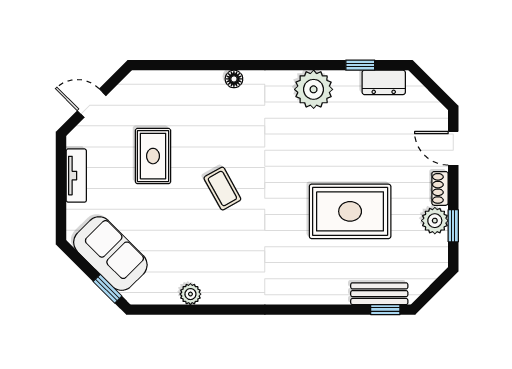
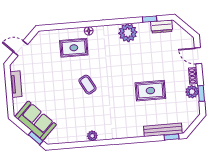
rug: (153, 156) -> (74, 48), moved, turned 90
rug: (350, 211) -> (150, 91), width x0.73, depth x0.70
plant: (190, 294) -> (92, 136), moved
bench: (379, 294) -> (163, 130), width x1.36

